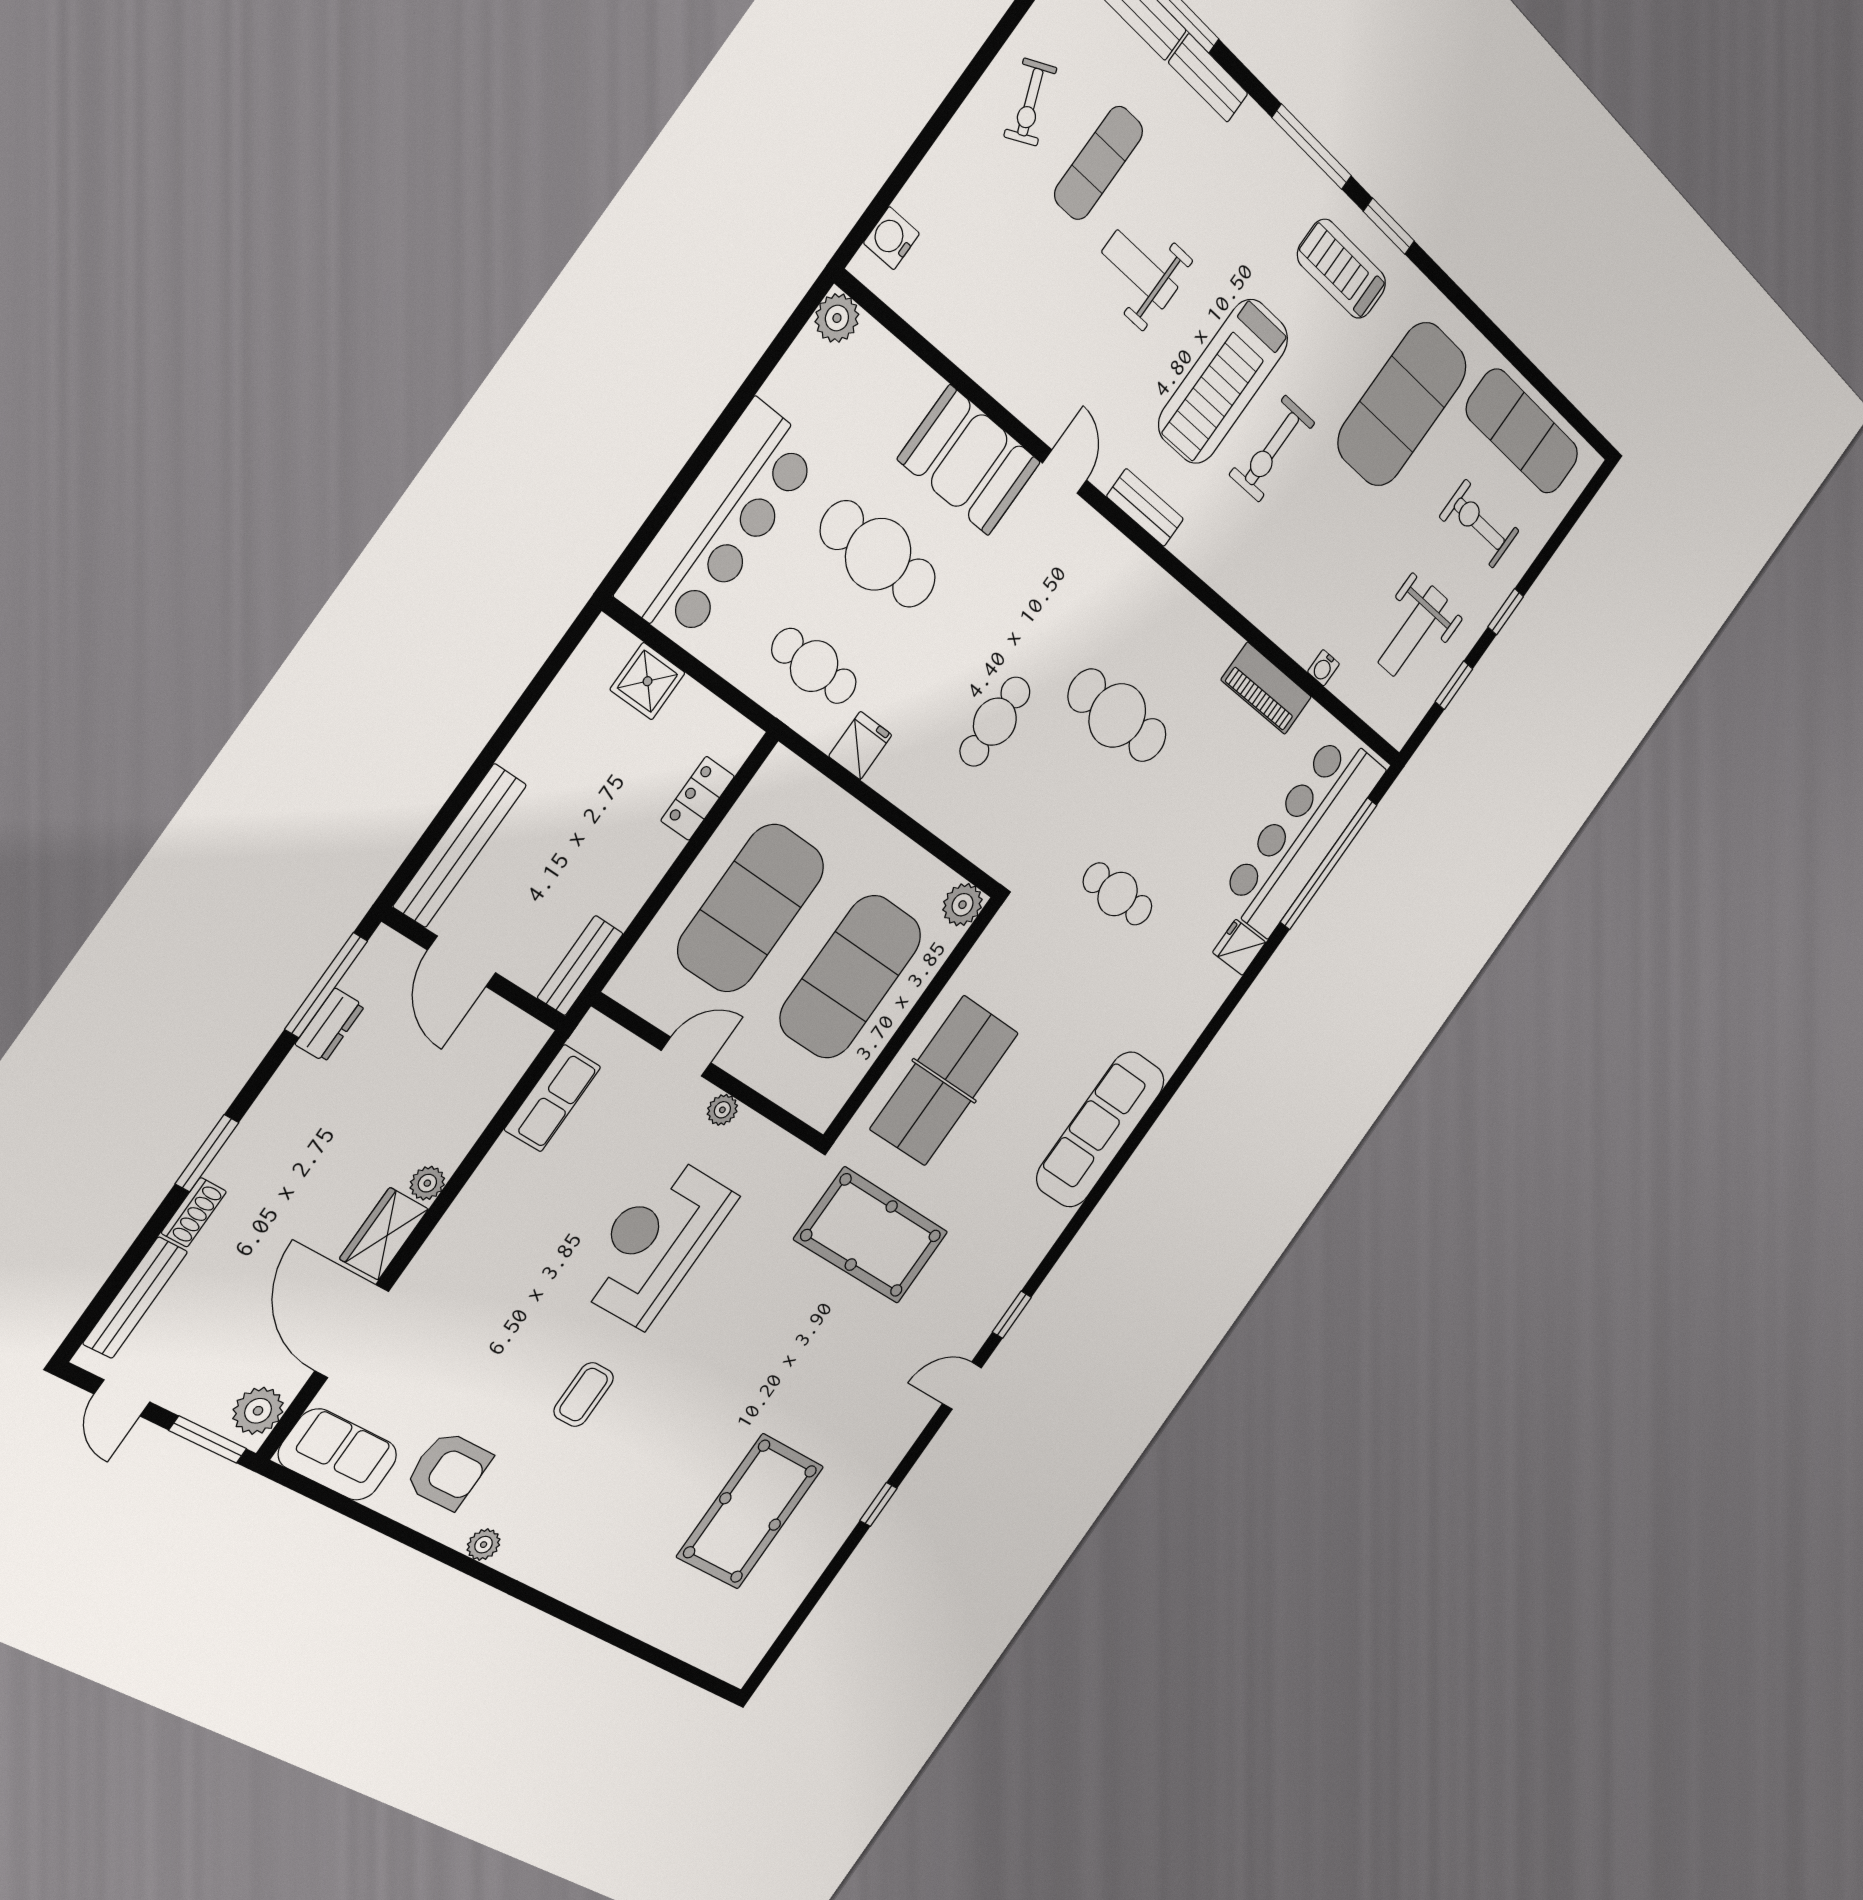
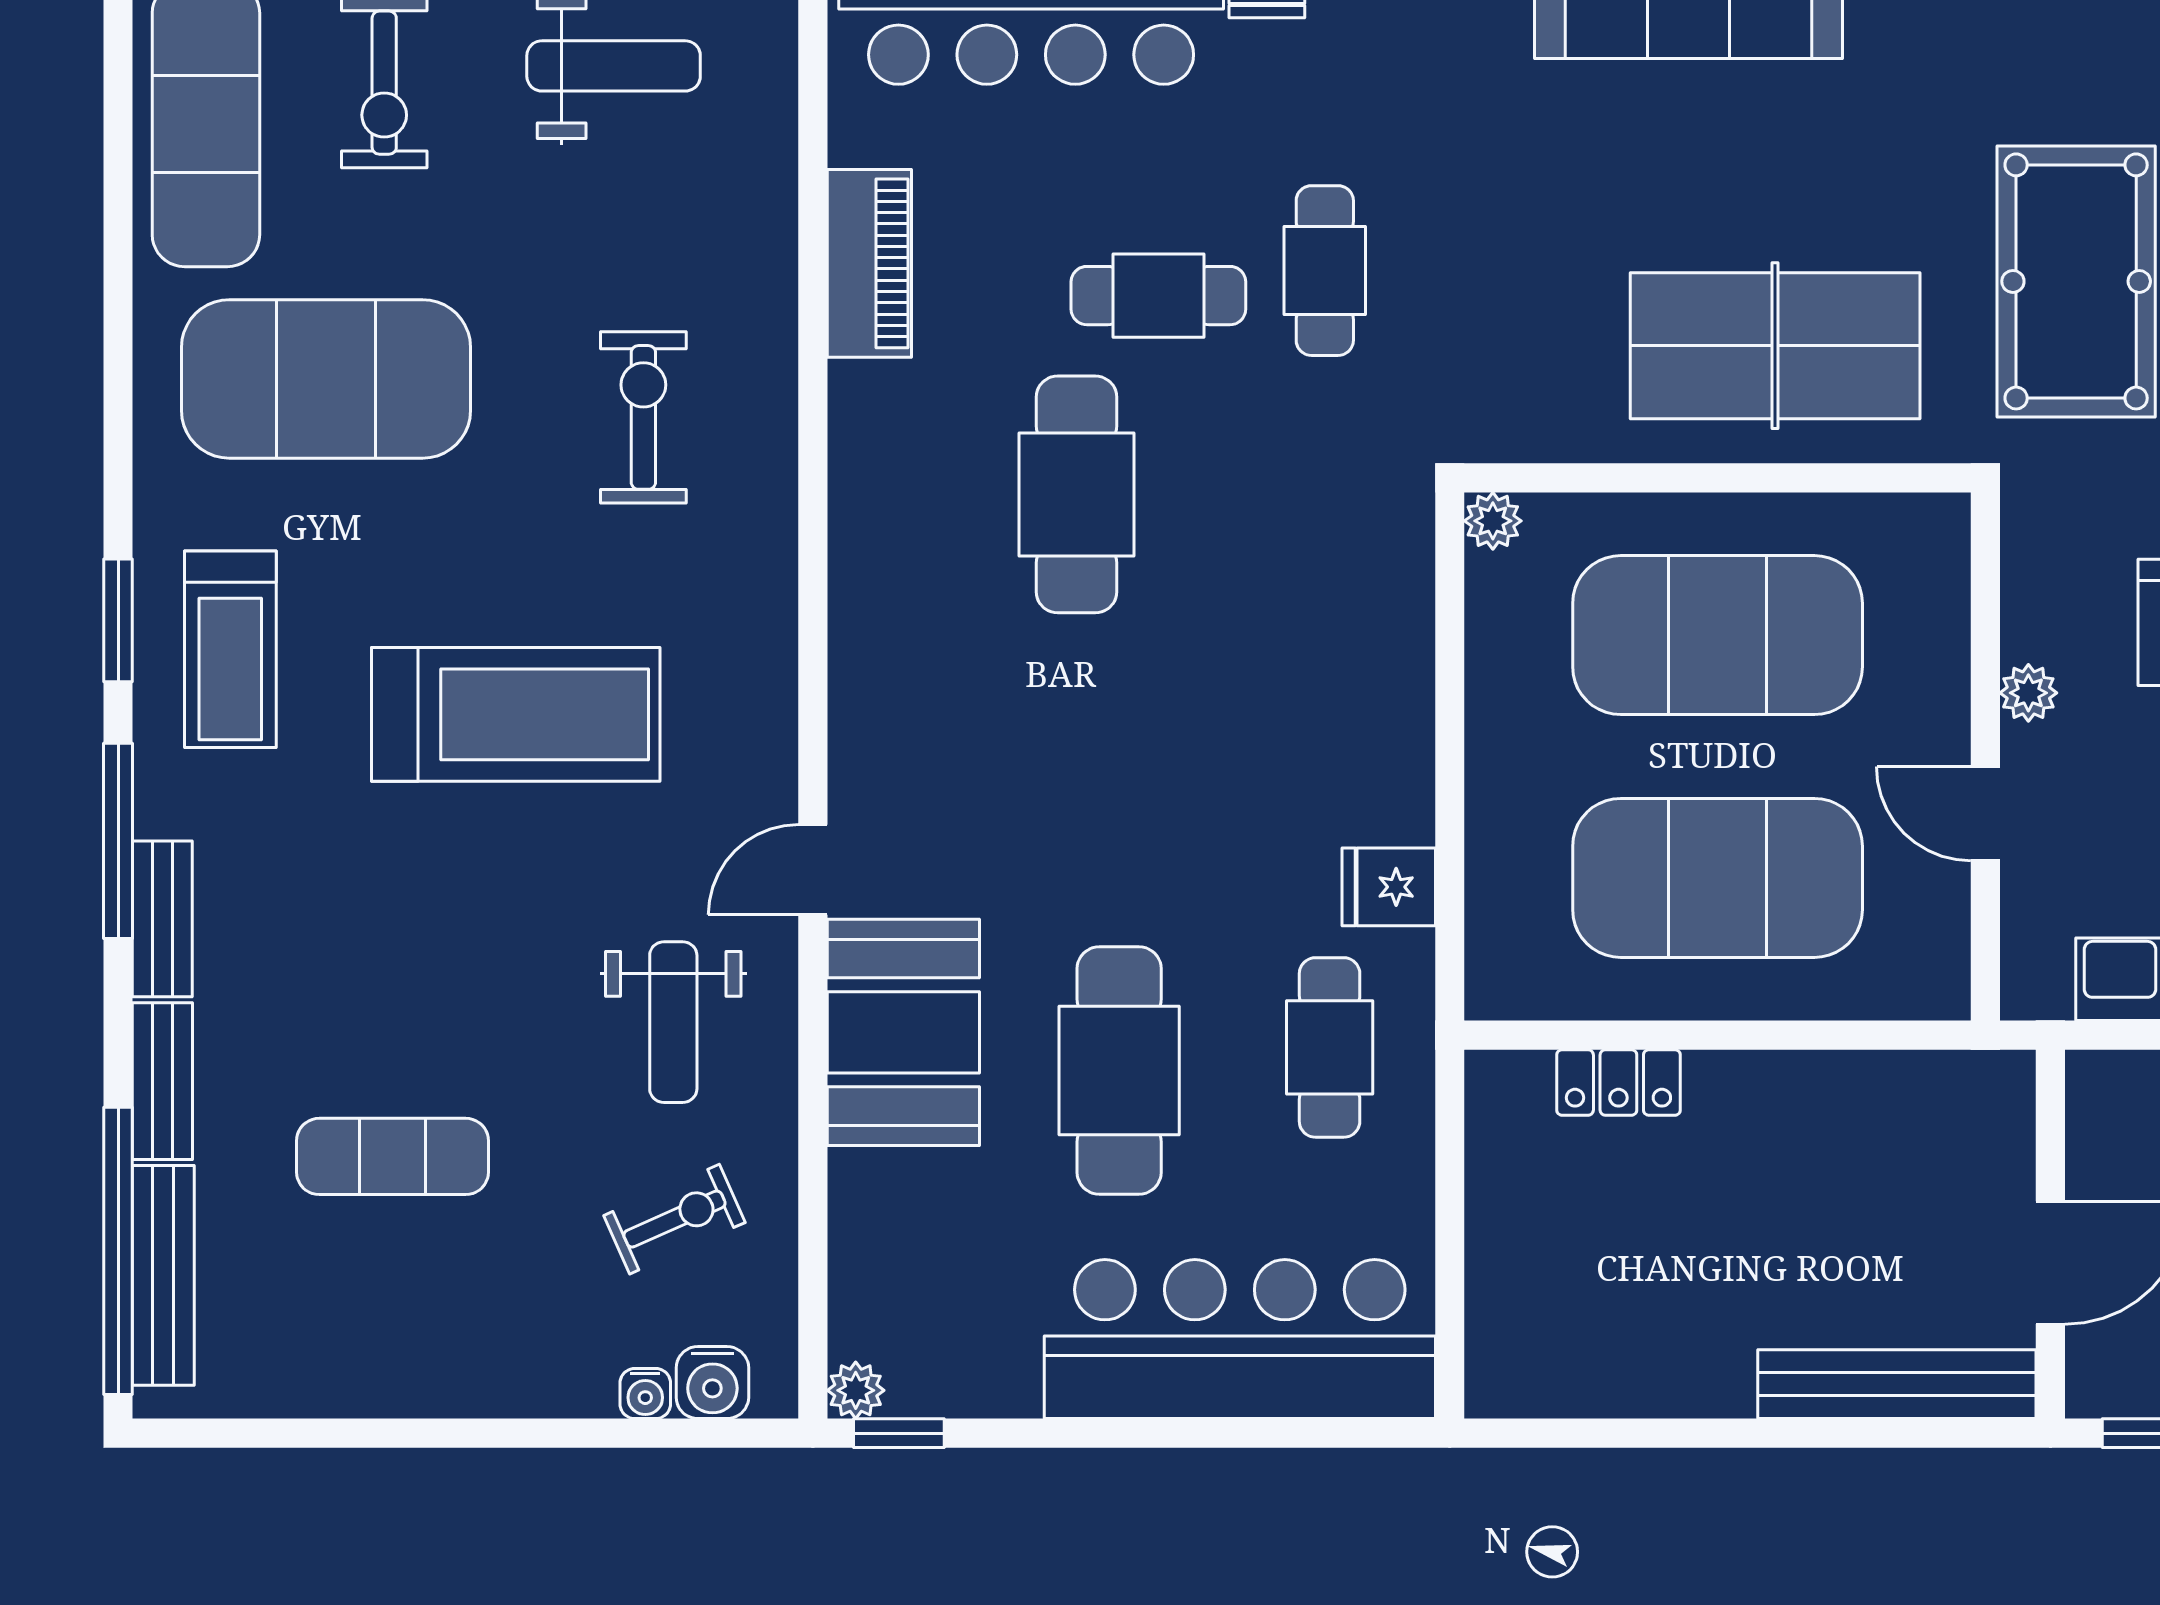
exercise bike: (1030, 102) -> (674, 1219), moved
weight bench: (1140, 270) -> (673, 1022), moved
window: (802, 315) -> (899, 1433), added
plant: (837, 318) -> (856, 1390), width x0.73, depth x0.73
exercise bike: (1272, 449) -> (643, 417), moved, turned -90
bench: (1145, 508) -> (162, 919), moved
water cooler: (1323, 668) -> (645, 1394), moved, turned 90
shower: (648, 681) -> (1511, 1281), removed
cafe table: (995, 722) -> (1158, 296), moved
plant: (963, 905) -> (1493, 521), width x0.73, depth x0.73
bench: (580, 966) -> (1953, 1081), removed

